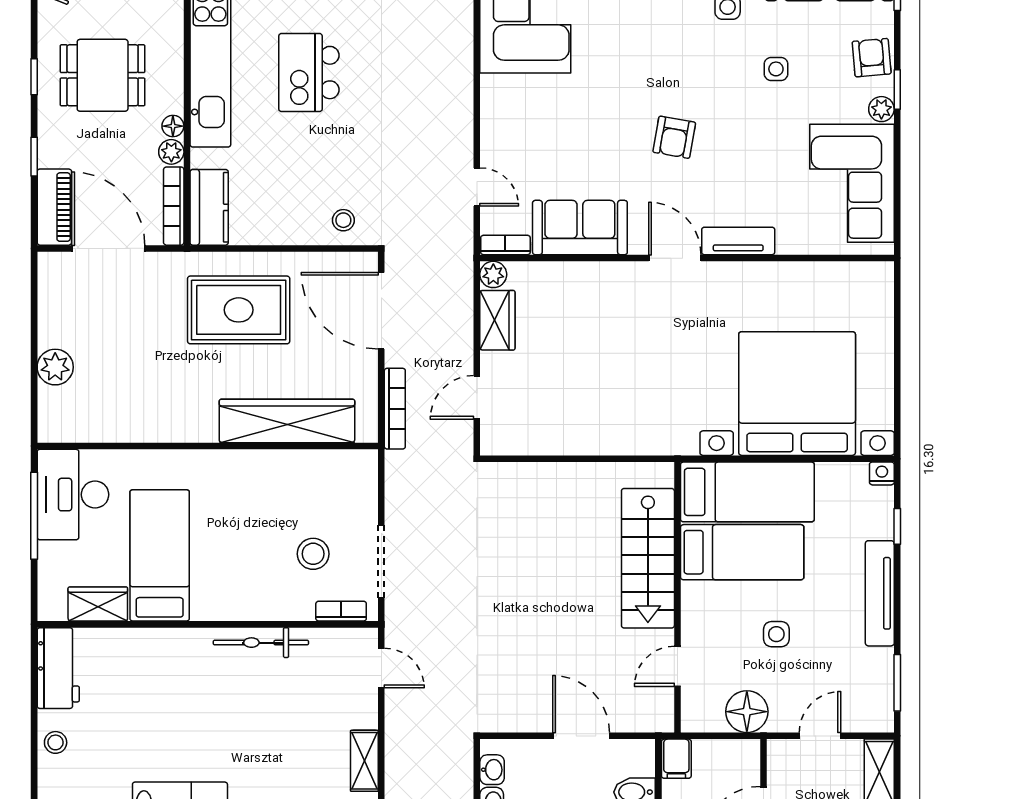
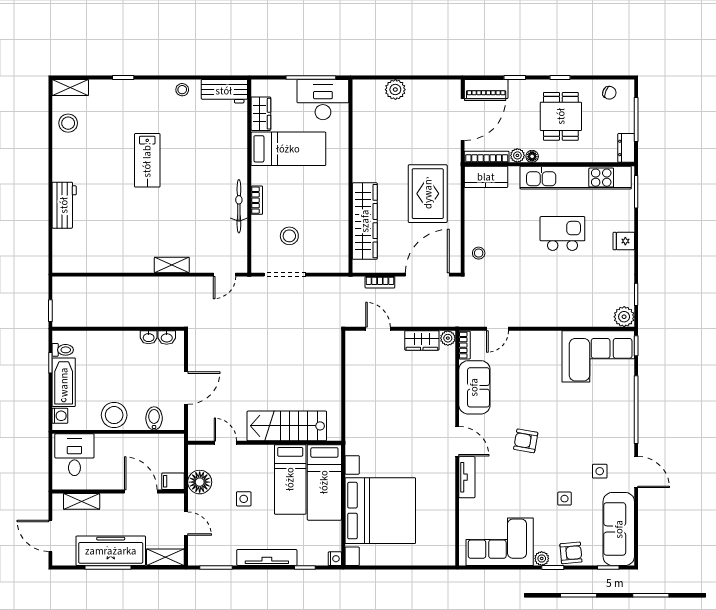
door: (675, 258) -> (457, 441), hinge flipped
bookcase: (395, 409) -> (380, 282), width x0.64
bookcase: (341, 611) -> (257, 200), moved
filing cabinet: (676, 759) -> (173, 481), moved

